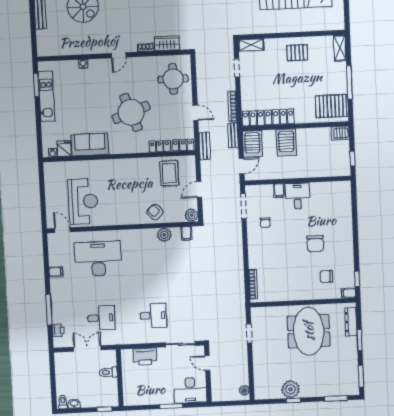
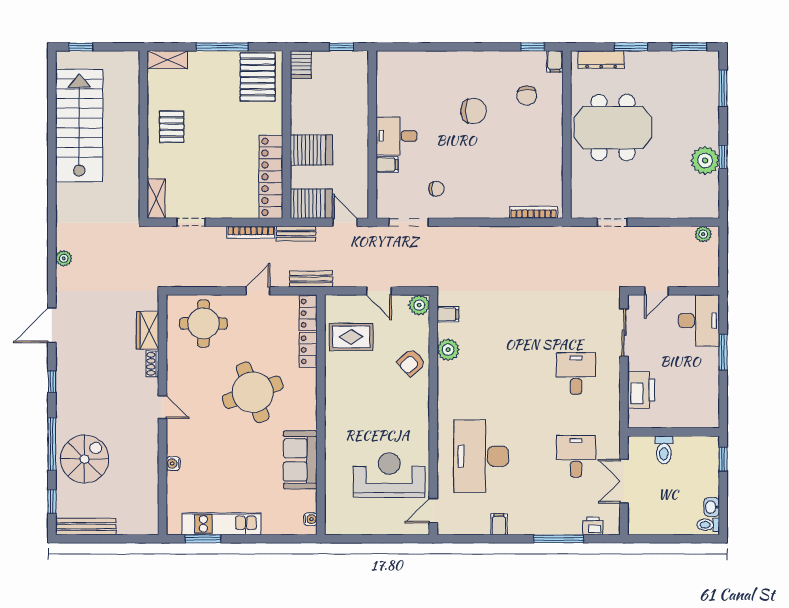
fridge: (64, 149) -> (305, 501), removed

